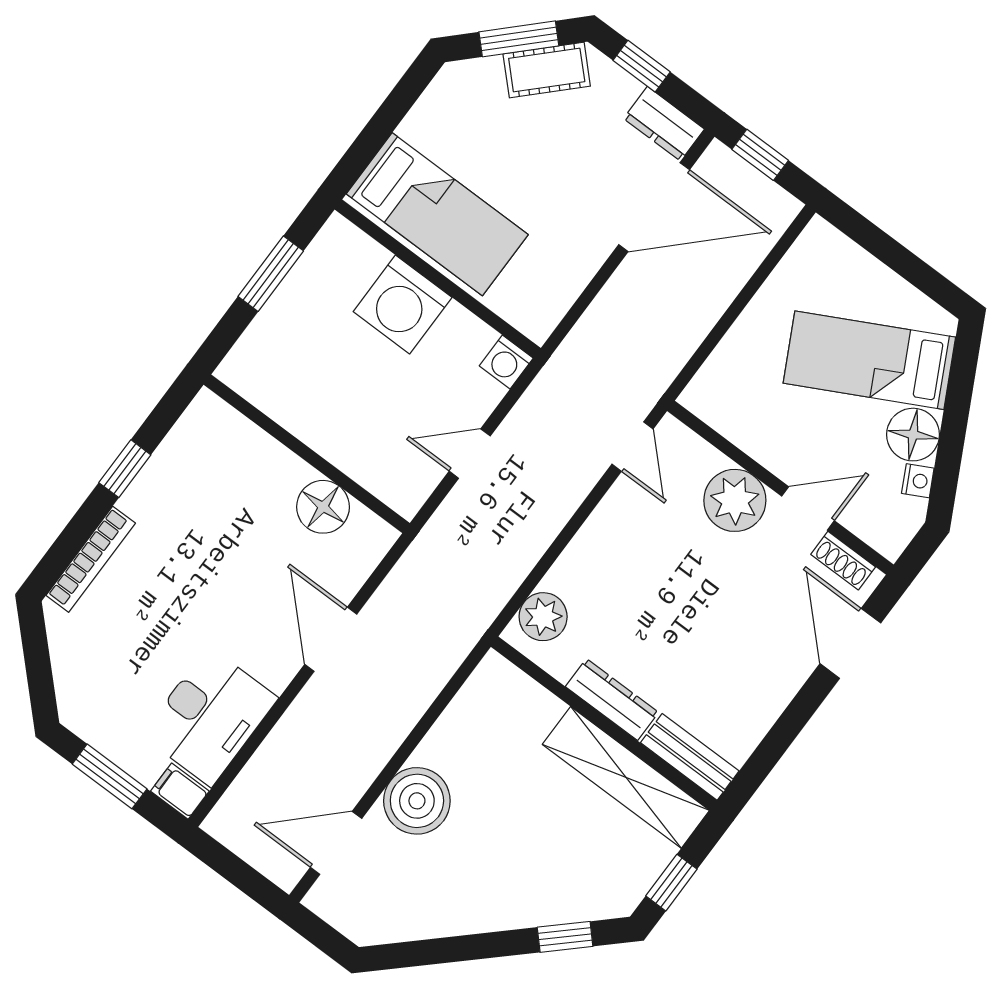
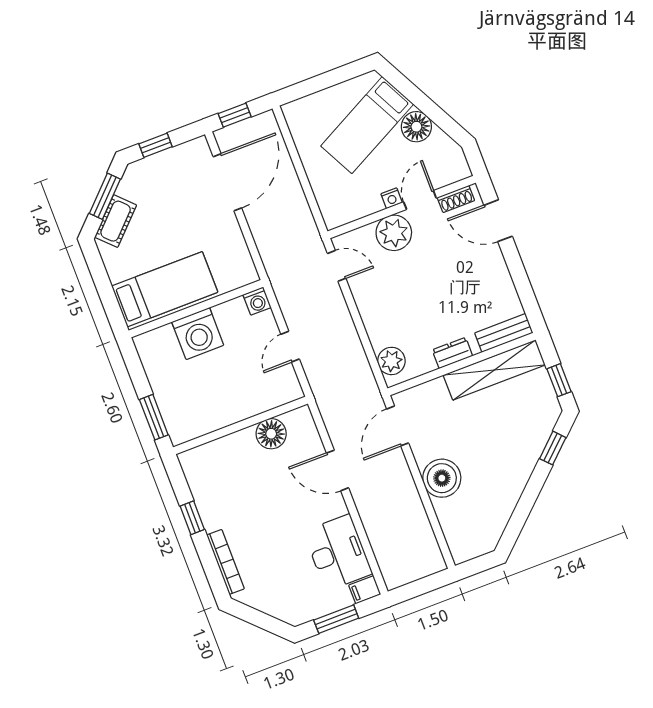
cot: (547, 70) -> (116, 221), moved
dresser: (664, 124) -> (190, 152), removed
window: (271, 274) -> (154, 417), moved
nightstand: (918, 481) -> (392, 198), moved, turned 118
dresser: (612, 700) -> (452, 353), width x0.70
door: (336, 843) -> (398, 426), moved

